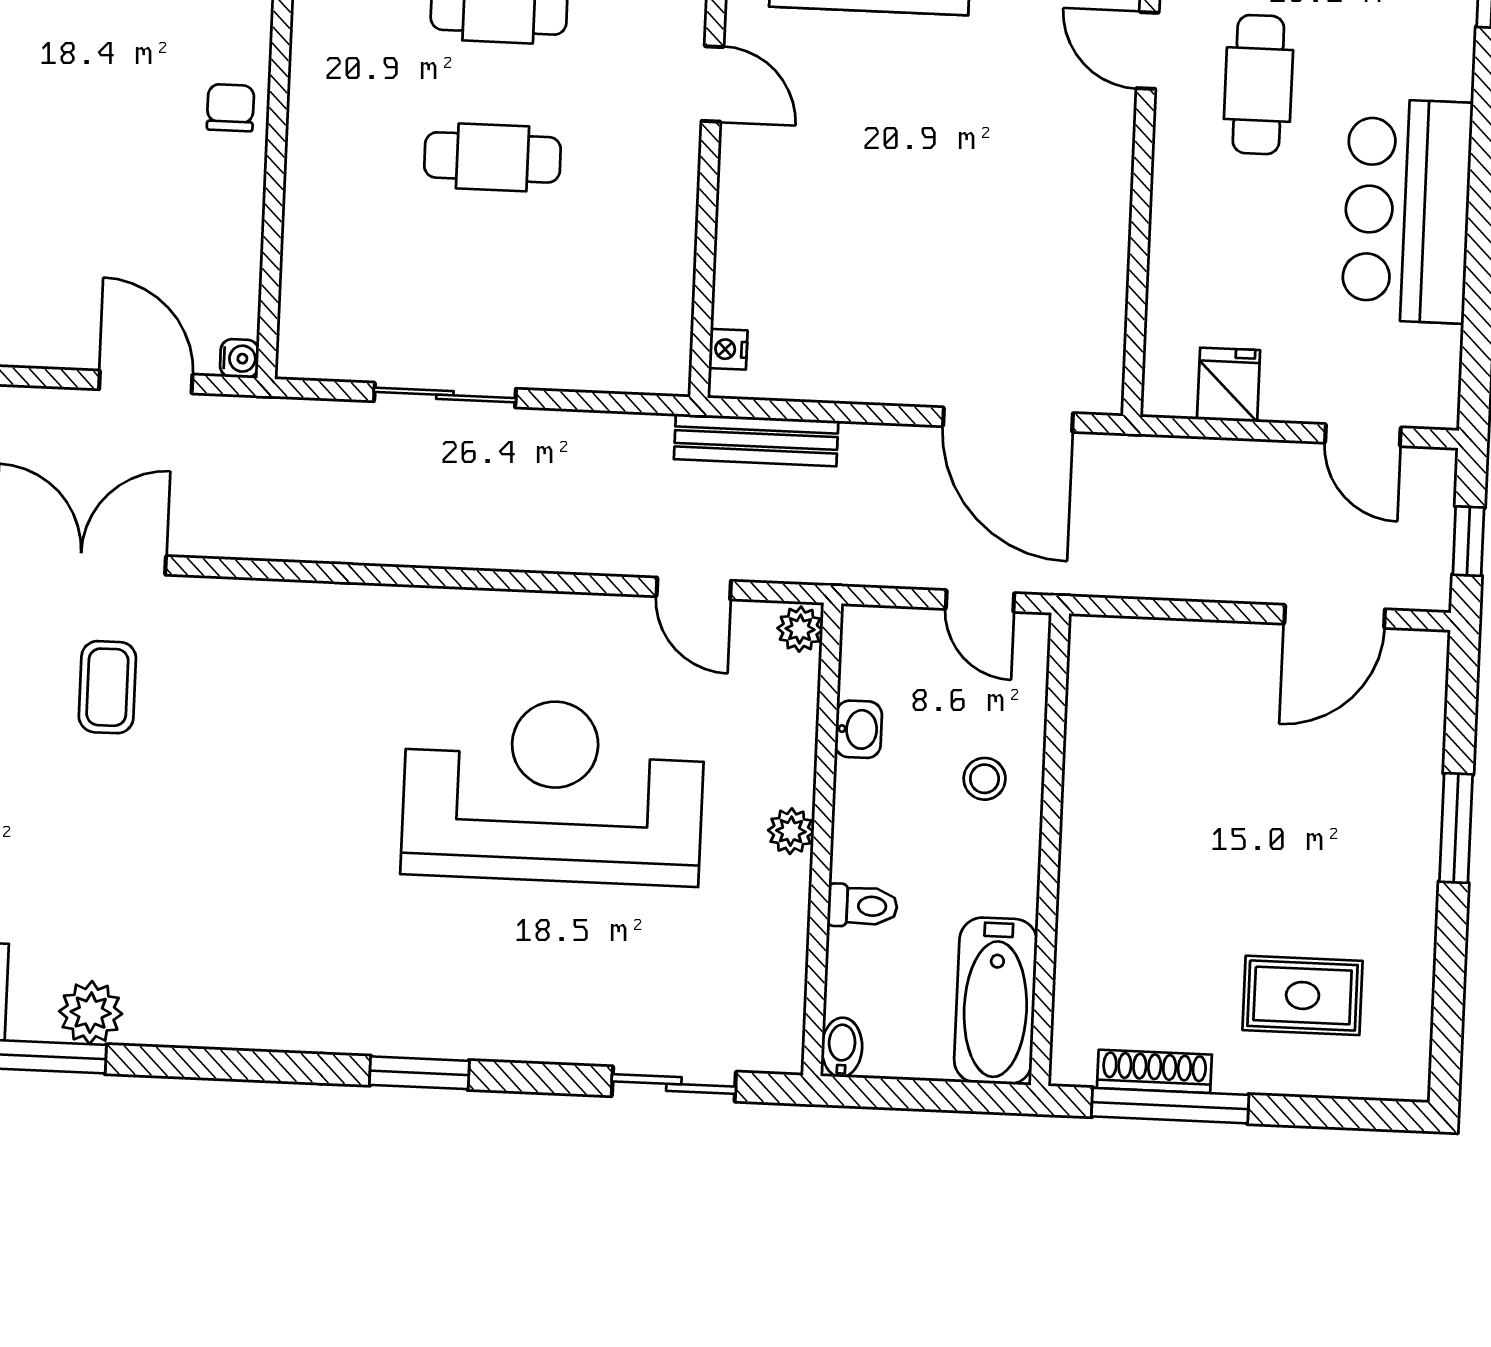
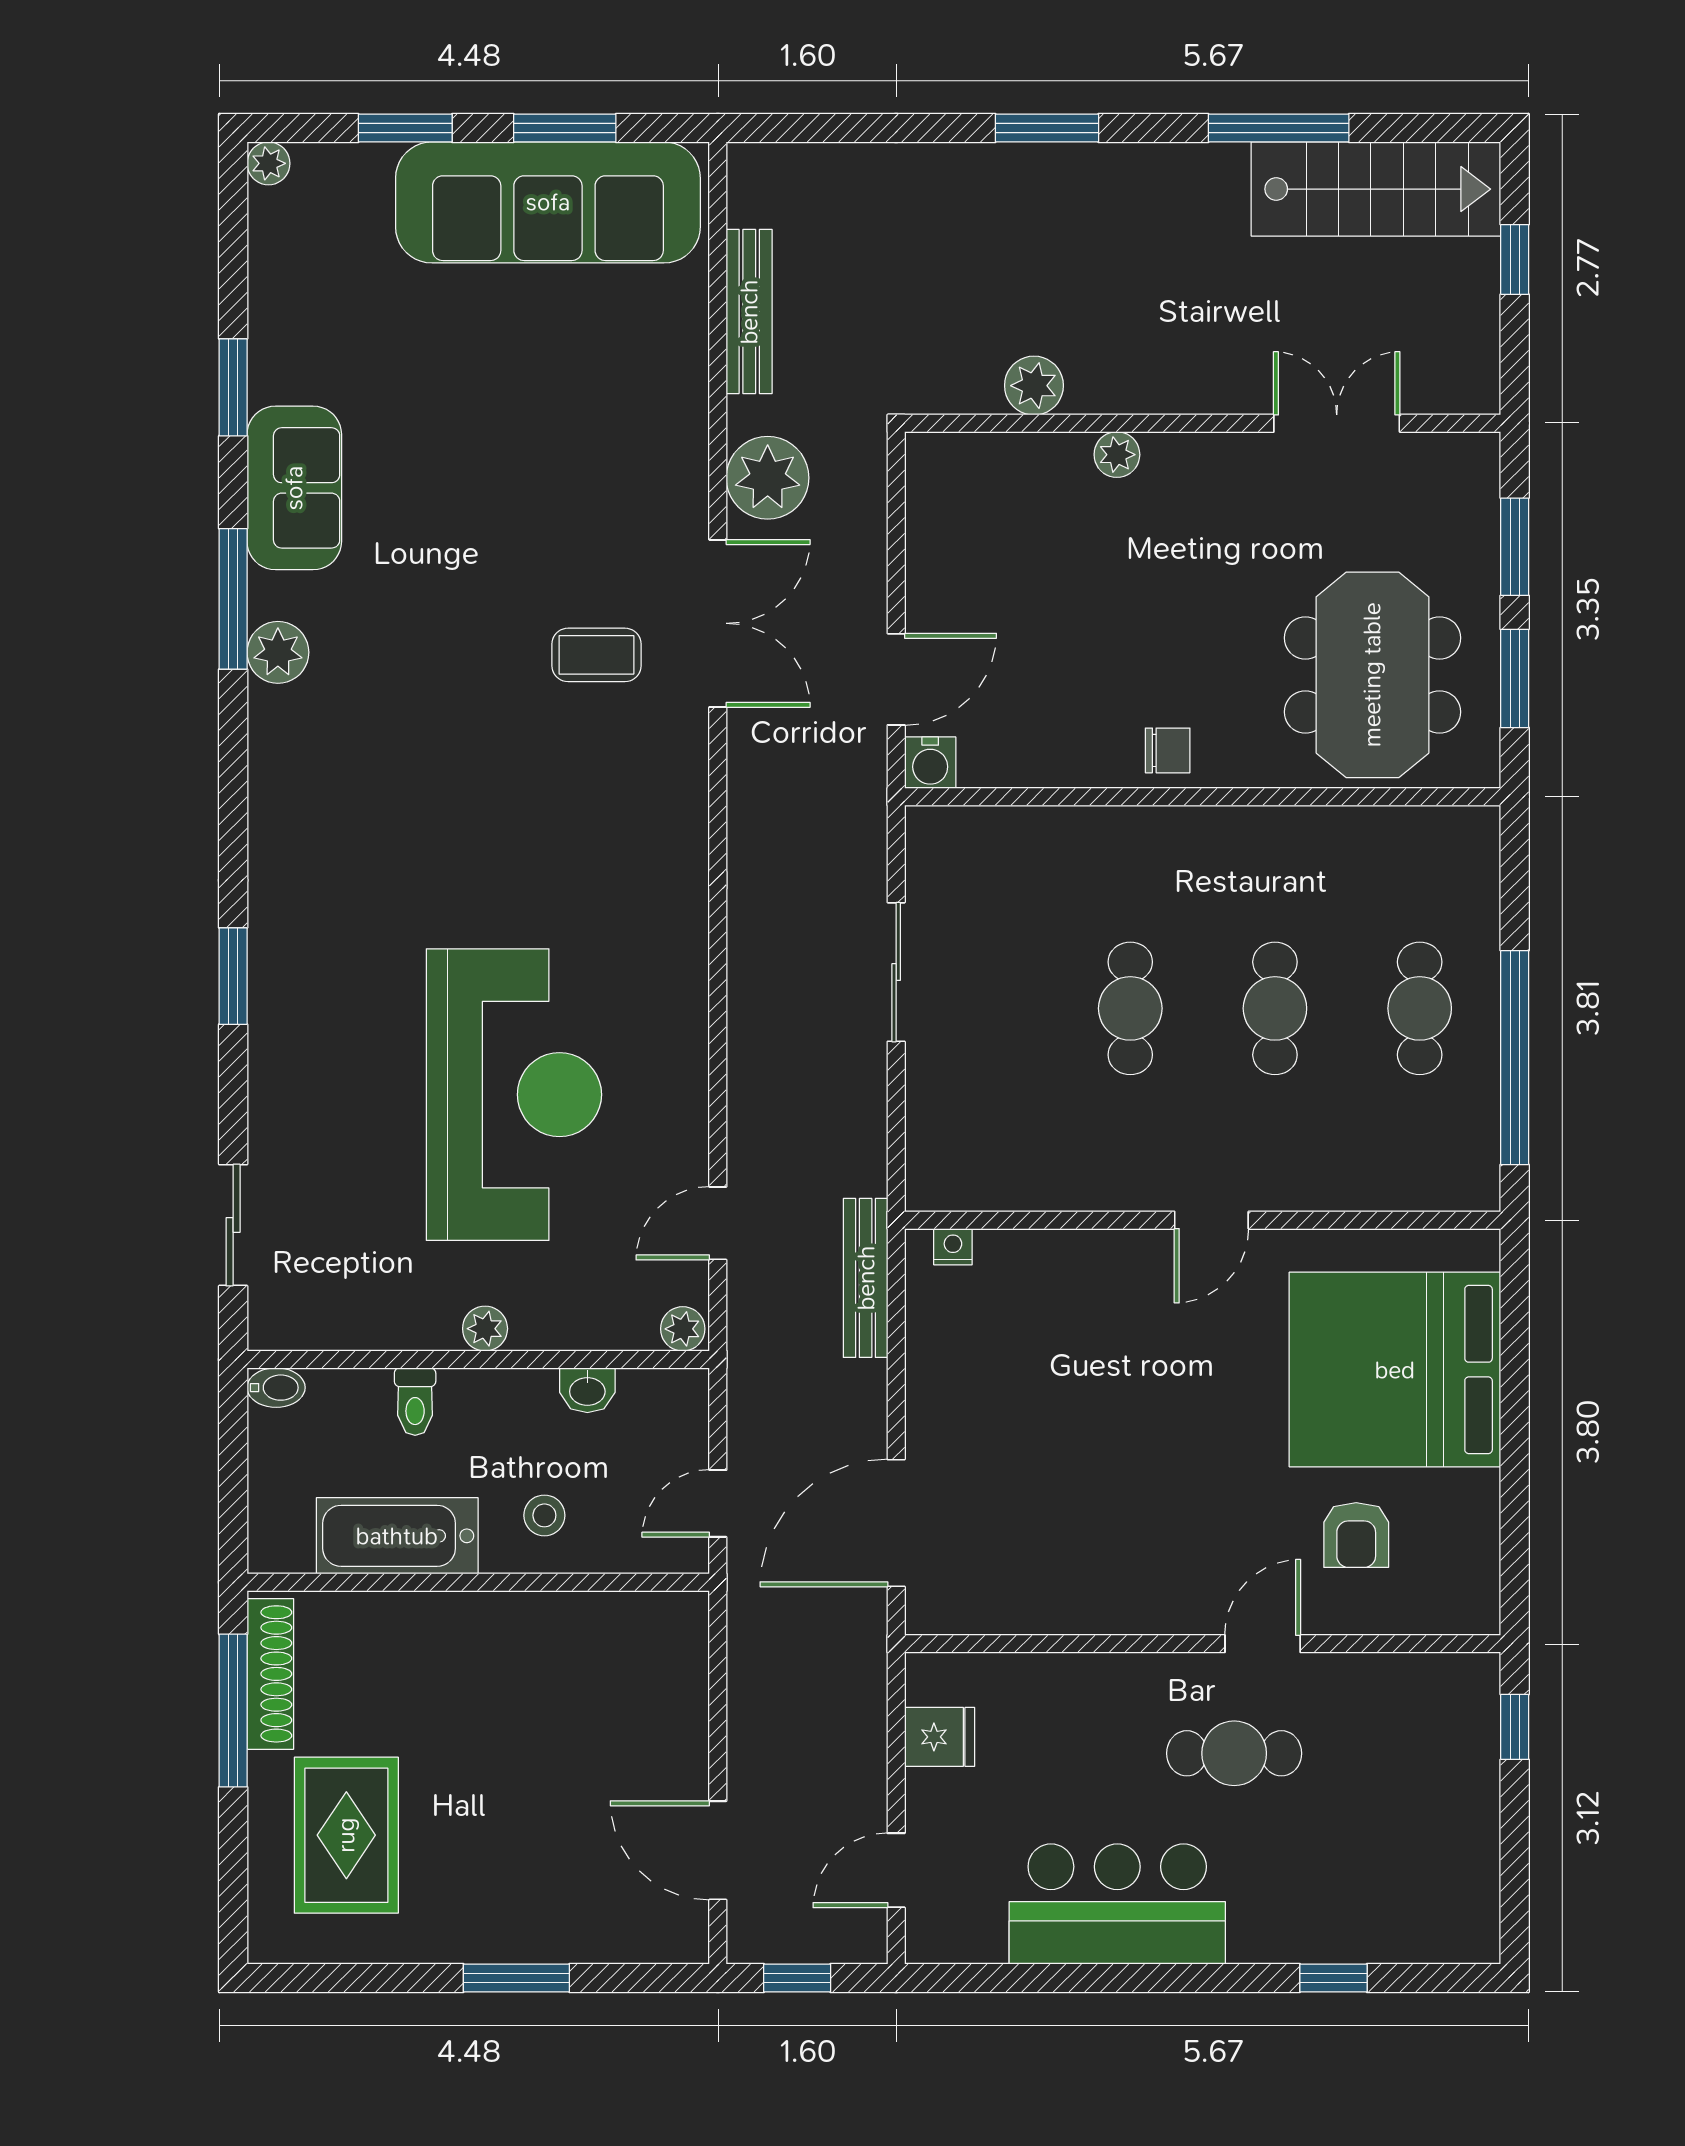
water cooler: (239, 358) -> (930, 763), width x1.38, depth x1.38
rug: (1303, 995) -> (346, 1835), width x1.36, depth x1.43
bathtub: (996, 1001) -> (397, 1536), moved
shoe rack: (1154, 1071) -> (270, 1674), width x1.36, depth x1.24

